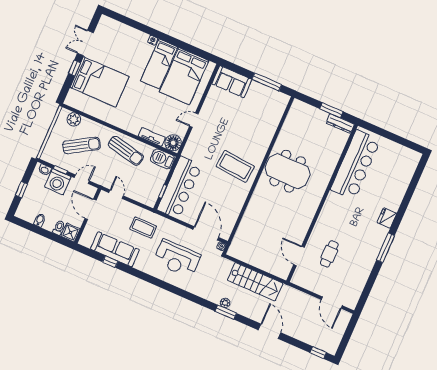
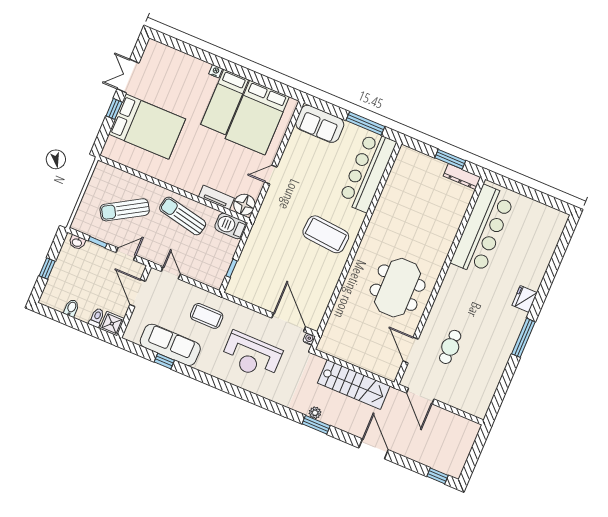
plant: (74, 119) -> (114, 176), removed
sun lounger: (81, 145) -> (125, 210), turned 180
sun lounger: (126, 151) -> (183, 216), turned 180
meeting table: (288, 171) -> (398, 288), moved, turned 90
washing machine: (58, 182) -> (94, 258), removed
bar counter: (179, 188) -> (368, 172), moved, turned 180
door: (332, 303) -> (420, 396), moved

